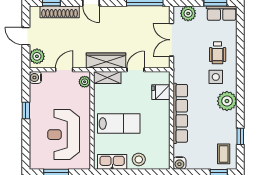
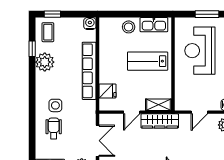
plant: (85, 82) -> (180, 101), removed
plant: (227, 101) -> (45, 62), moved
reception desk: (64, 135) -> (200, 51), turned 180

